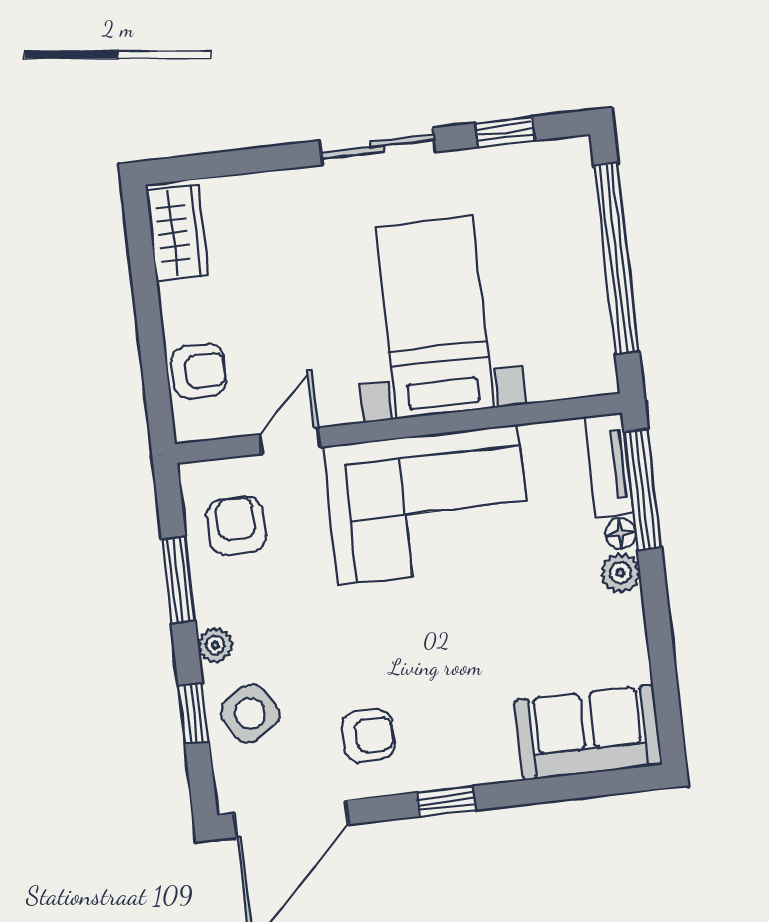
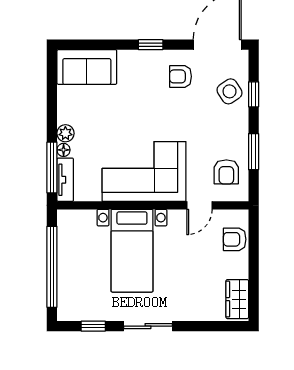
plant: (215, 645) -> (241, 122), removed

